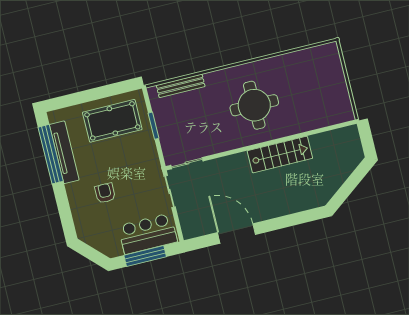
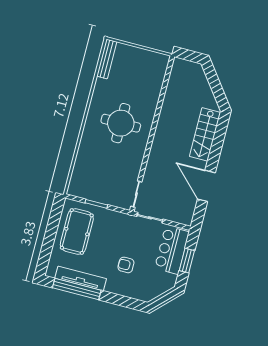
bench: (181, 86) -> (107, 59), moved
stairs: (280, 155) -> (205, 134), moved, turned 180
door: (237, 234) -> (206, 186), hinge flipped
window: (145, 256) -> (187, 261), width x0.69

